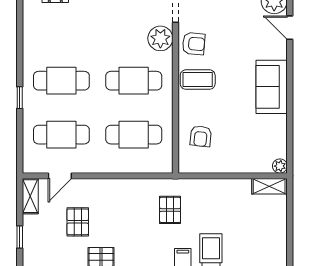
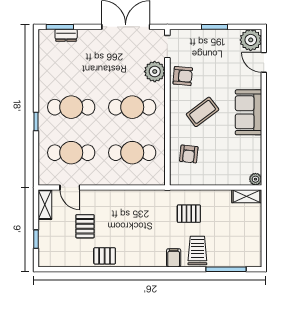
coffee table: (198, 80) -> (203, 112), moved, turned -37
door: (60, 176) -> (70, 187), hinge flipped
pallet: (170, 210) -> (189, 214), moved, turned 90

